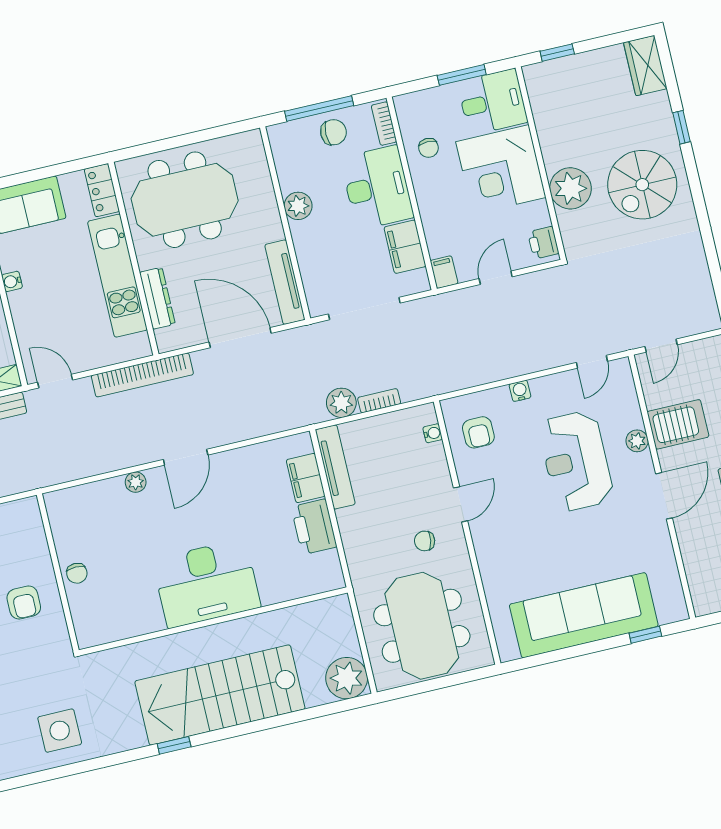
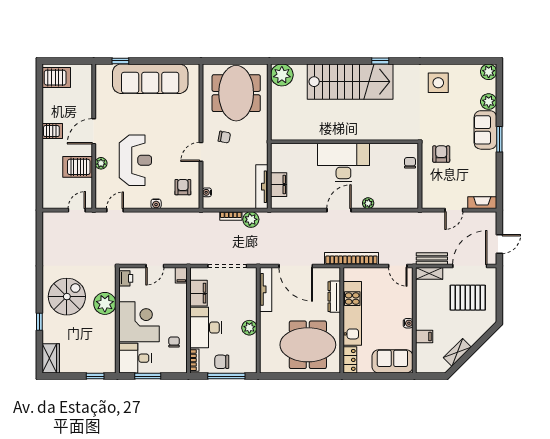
printer: (314, 527) -> (280, 158), removed
desk: (206, 583) -> (343, 163), moved
wall: (213, 621) -> (345, 142), moved

